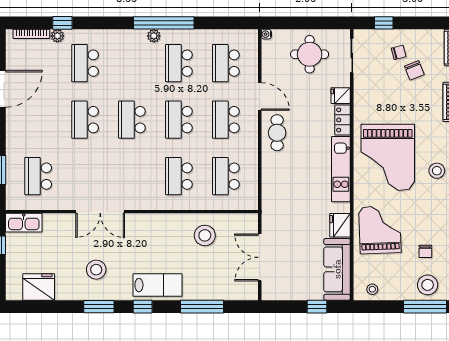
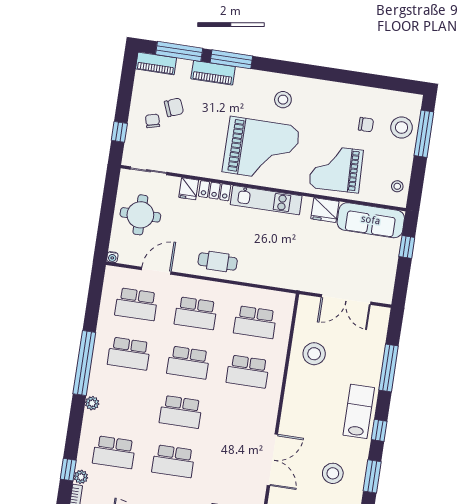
plant: (154, 36) -> (92, 403), moved
door: (260, 96) -> (156, 271), moved

